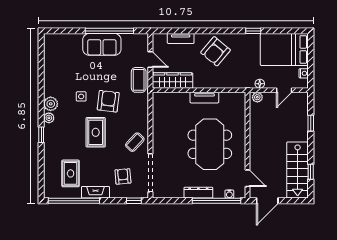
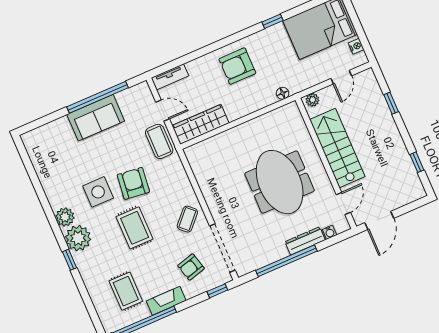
tv unit: (181, 38) -> (170, 77), moved
armchair: (215, 51) -> (237, 66), turned 50
floor lamp: (260, 84) -> (283, 93), moved
side table: (81, 96) -> (98, 192), width x1.87, depth x1.87
tv unit: (204, 98) -> (248, 128), removed
plant: (49, 118) -> (78, 238), width x1.88, depth x1.88
stairs: (298, 170) -> (337, 148), moved, turned 180
armchair: (123, 176) -> (191, 267), turned -100
door: (247, 178) -> (343, 203), hinge flipped
dresser: (198, 193) -> (305, 241), moved
window: (216, 201) -> (286, 261), moved

